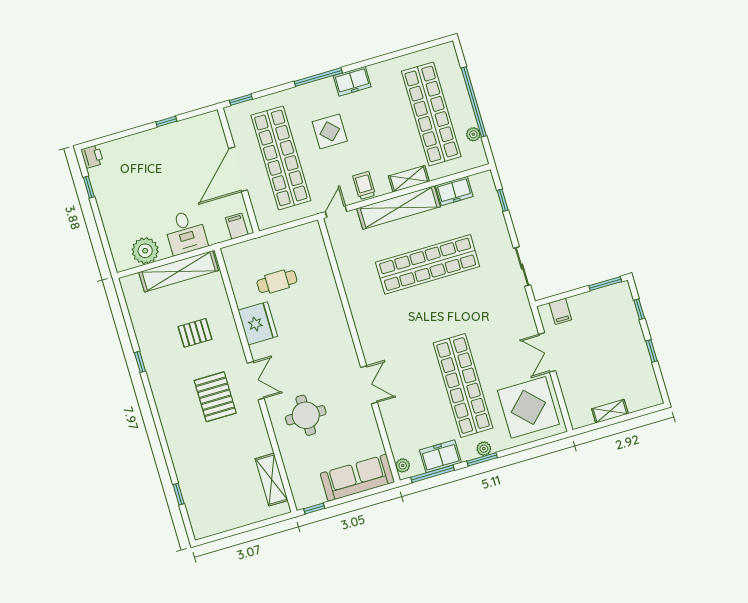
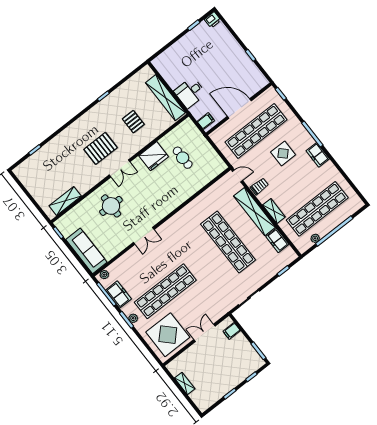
plant: (145, 251) -> (170, 73), removed

